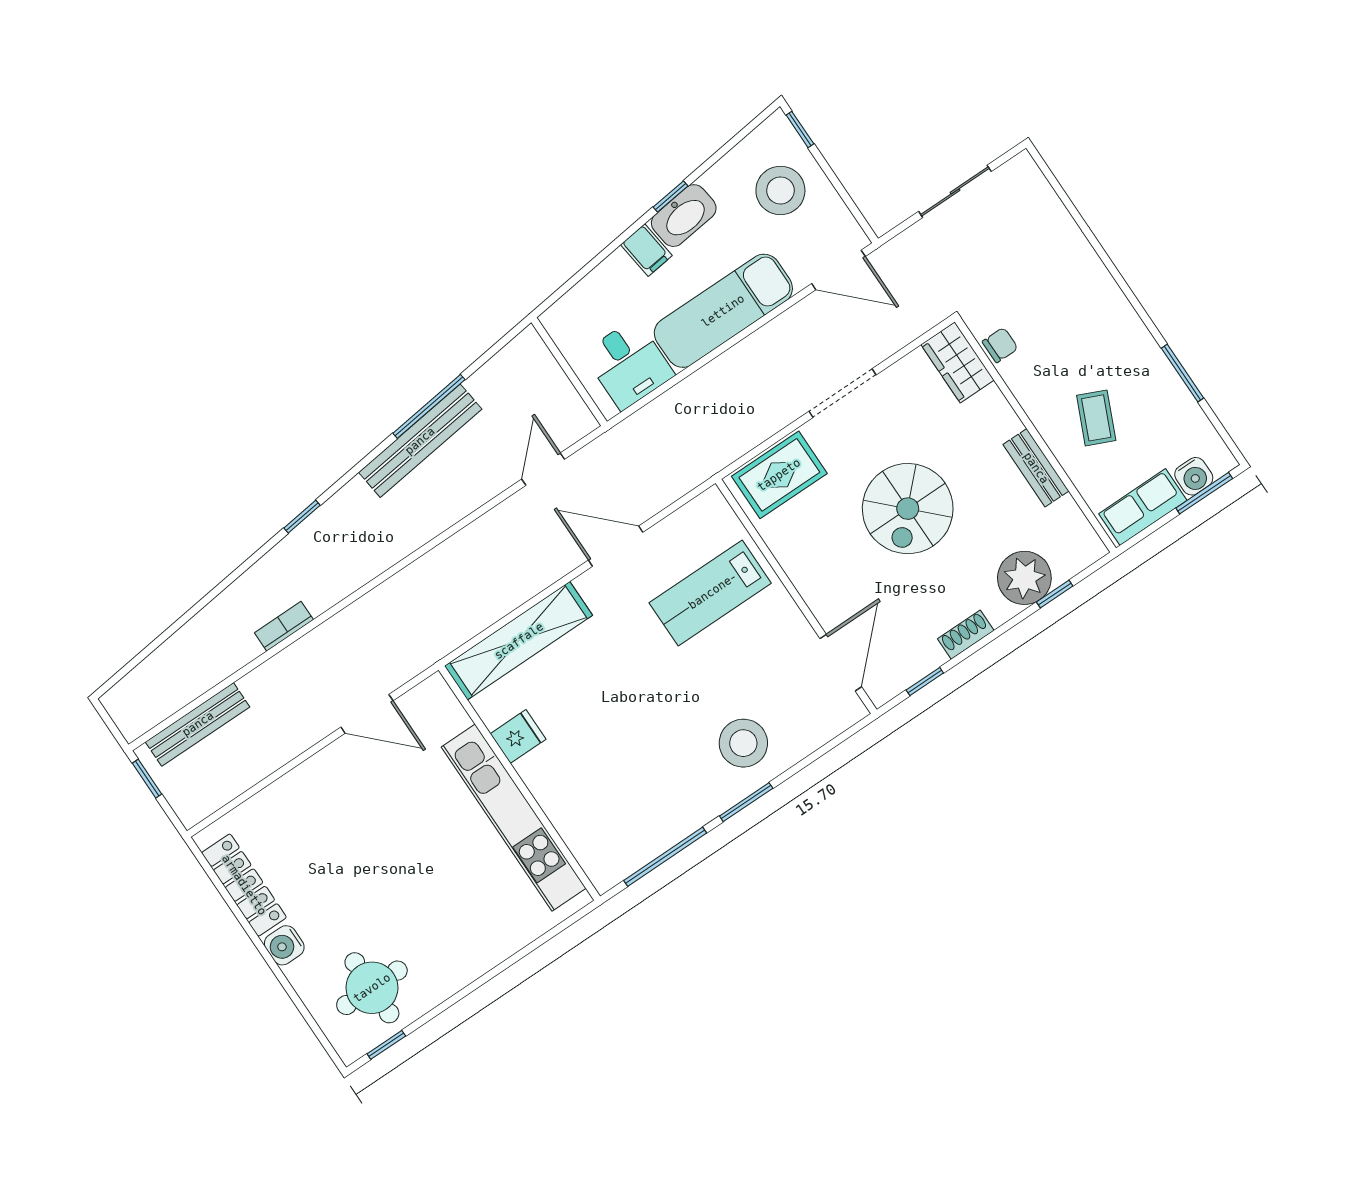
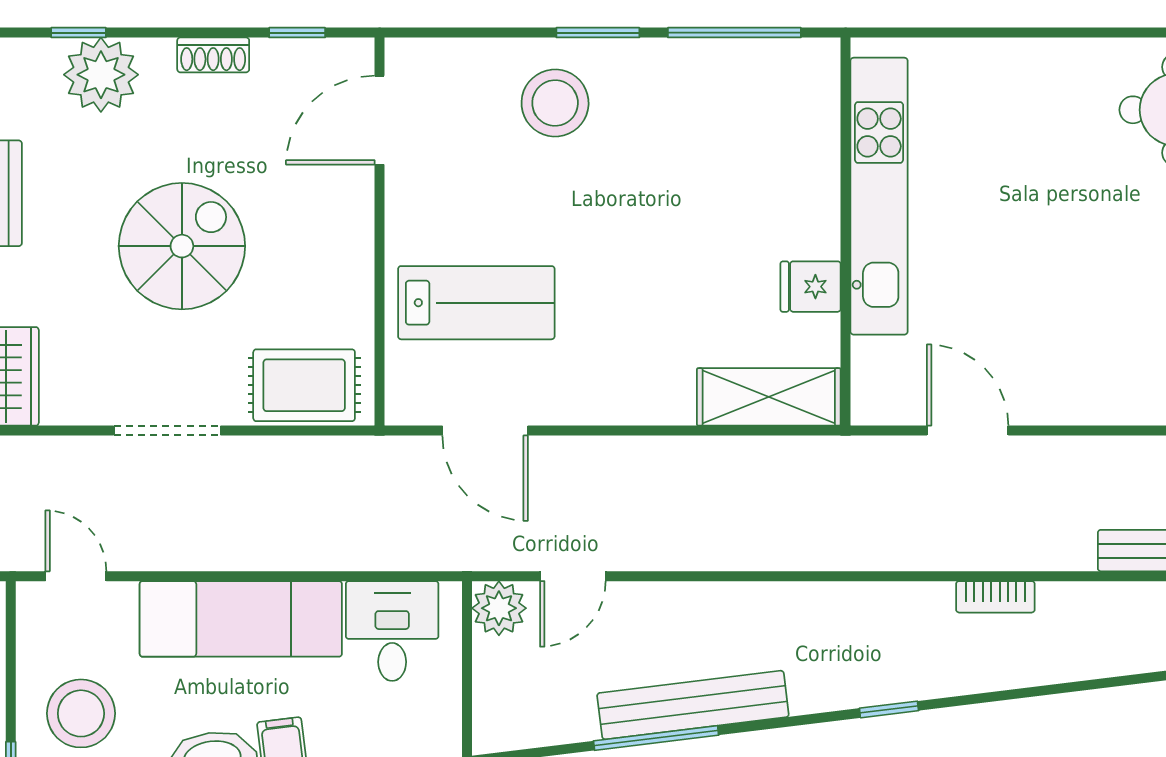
door: (838, 270) -> (76, 576), width x0.73
plant: (574, 420) -> (499, 608), added
door: (616, 546) -> (485, 431), moved
shelving: (519, 641) -> (769, 397), width x0.68

